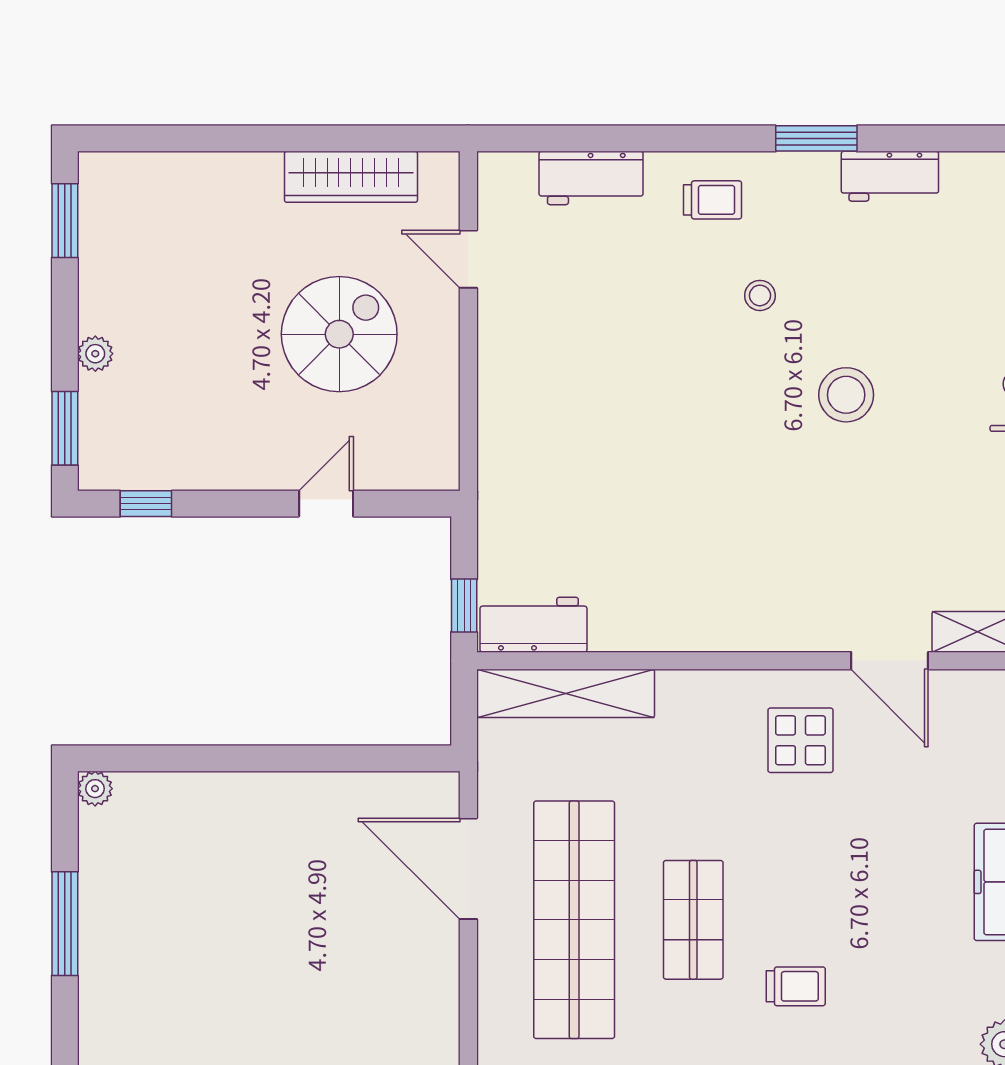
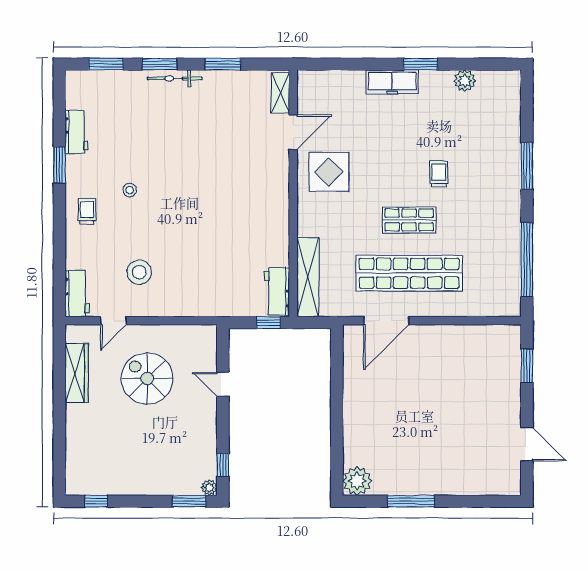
workbench: (591, 178) -> (77, 294), moved
window: (65, 221) -> (96, 501), width x0.67
plant: (95, 354) -> (209, 488), moved
stool: (846, 395) -> (139, 272), moved
display table: (800, 740) -> (329, 172), width x1.36, depth x1.36
plant: (95, 789) -> (357, 481), width x1.88, depth x1.88

